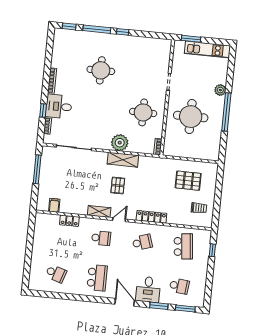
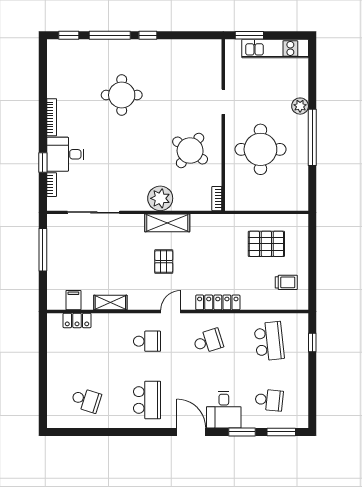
round table: (143, 112) -> (190, 151), turned 35
shelving: (99, 212) -> (110, 302), moved
locker: (69, 221) -> (77, 320), moved

